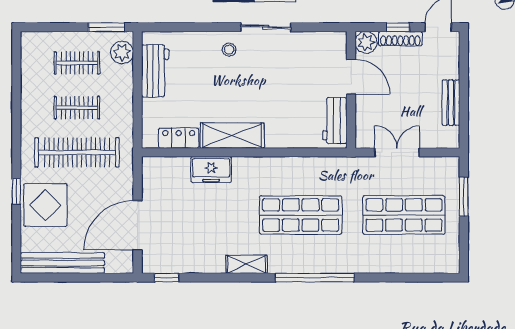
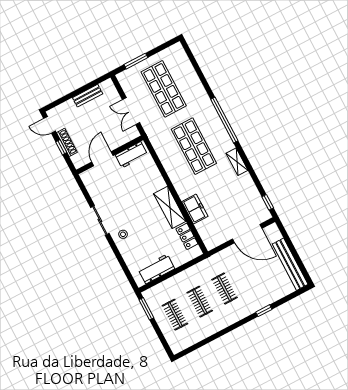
plant: (366, 42) -> (79, 160), removed
plant: (122, 53) -> (156, 293), removed
clothes rail: (77, 152) -> (225, 289), width x0.54, depth x0.76
display table: (45, 205) -> (263, 291), removed

